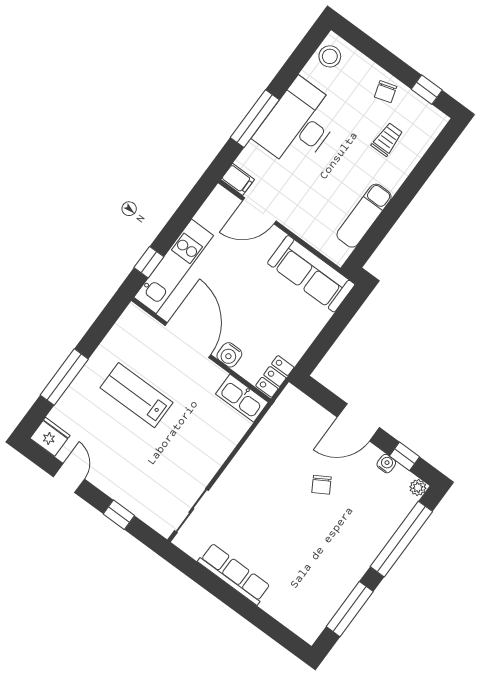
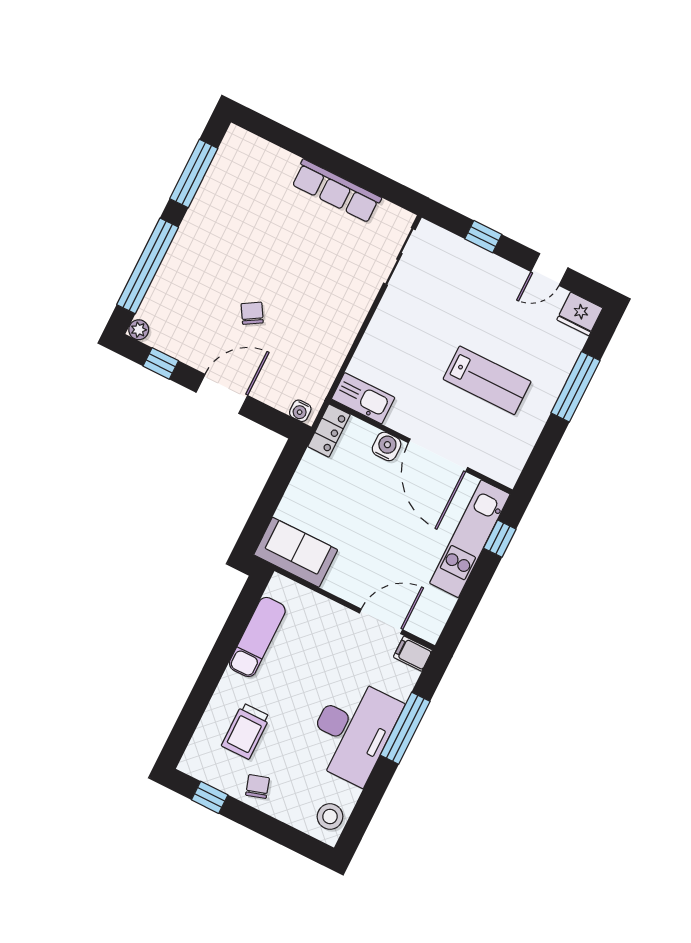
trolley: (387, 139) -> (246, 731), width x1.36, depth x1.39
sofa: (311, 274) -> (296, 552), width x0.73
water cooler: (386, 464) -> (300, 411), moved
door: (69, 478) -> (549, 270), hinge flipped

